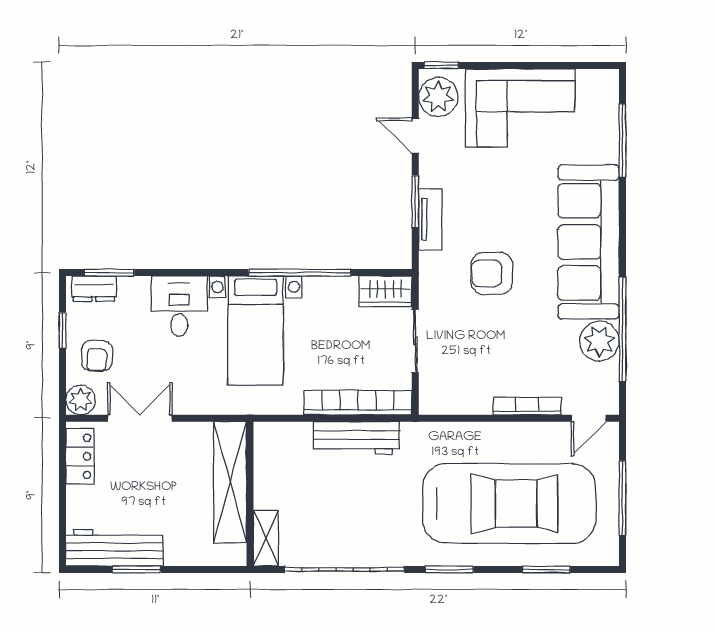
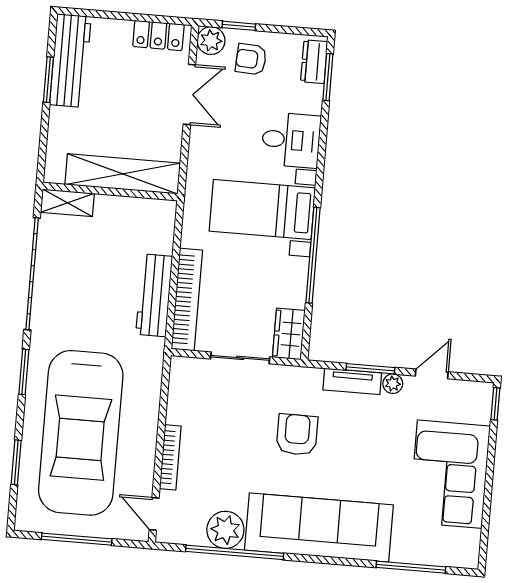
plant: (438, 97) -> (393, 384), moved, width x0.53, depth x0.53
window: (62, 330) -> (239, 26), moved

